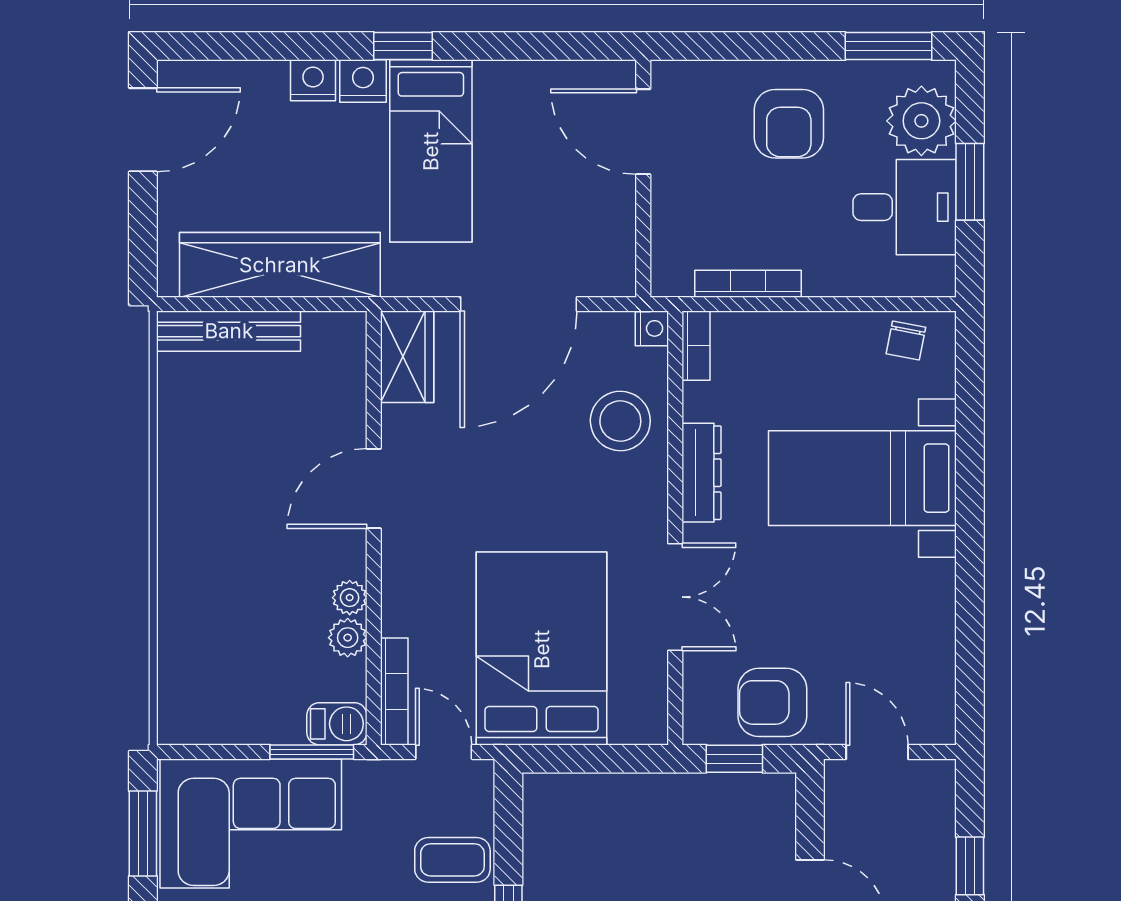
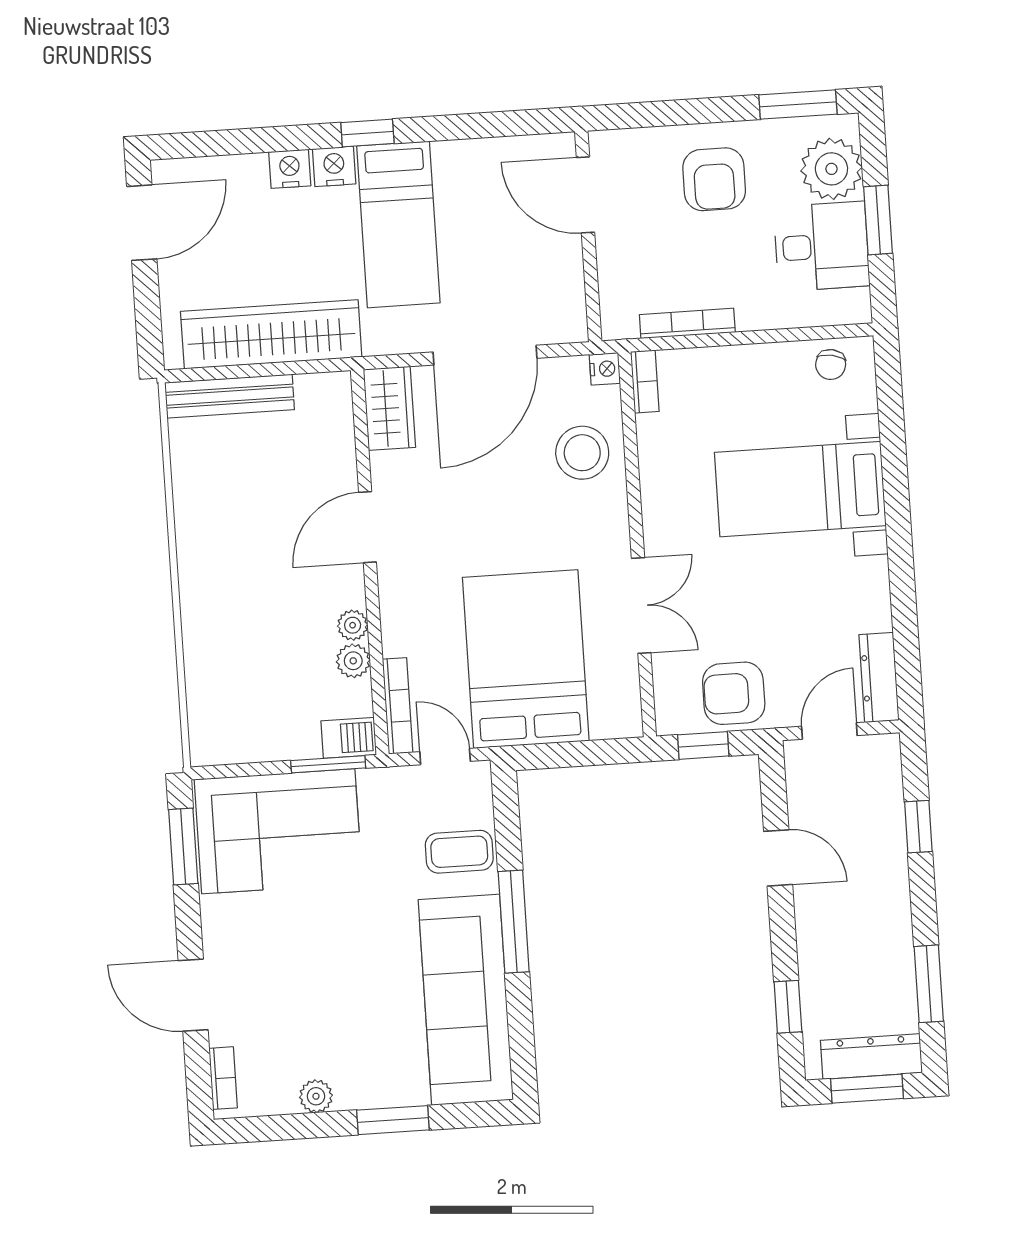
dresser: (701, 473) -> (879, 677), moved, turned 180
door: (877, 752) -> (829, 731), hinge flipped

